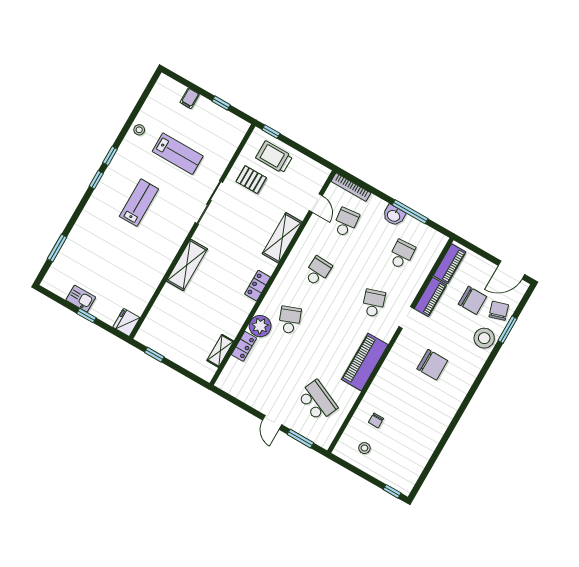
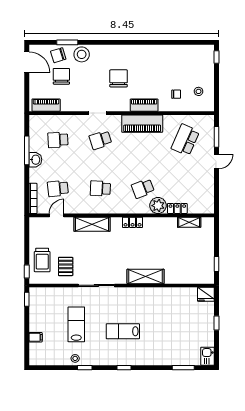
window: (221, 103) -> (27, 299), moved
window: (110, 156) -> (85, 368), moved
piano: (430, 297) -> (144, 105), moved
kitchen sink: (81, 299) -> (208, 356), moved

